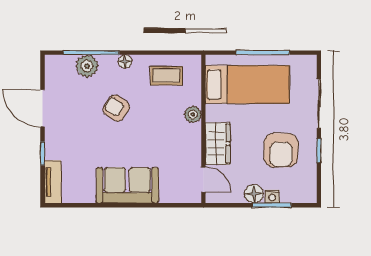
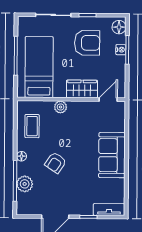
floor lamp: (254, 194) -> (119, 27), moved

